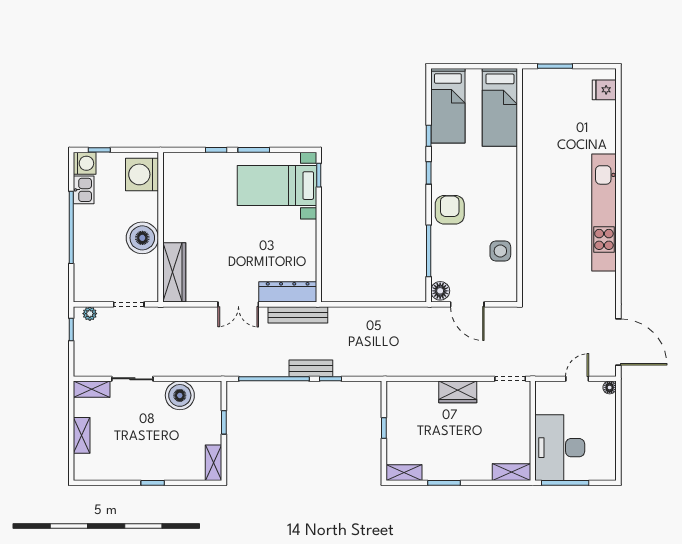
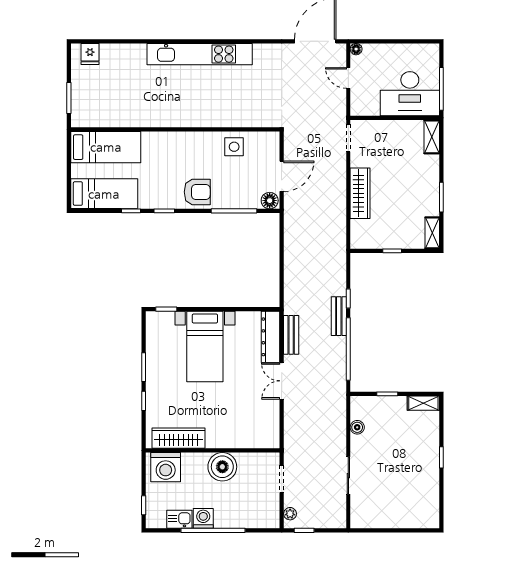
washing machine: (85, 163) -> (203, 518), moved
bed with nightstands: (277, 186) -> (205, 346), moved
armchair: (450, 210) -> (197, 192), turned 180
wardrobe: (174, 272) -> (179, 438), moved
double door: (238, 304) -> (282, 381), swing flipped
bench: (298, 315) -> (291, 335), width x0.73
shelving: (92, 389) -> (358, 512), removed
wardrobe: (458, 392) -> (360, 193), width x1.50
boiler: (180, 395) -> (357, 427), width x0.54, depth x0.54
shelving: (82, 435) -> (399, 521), removed

